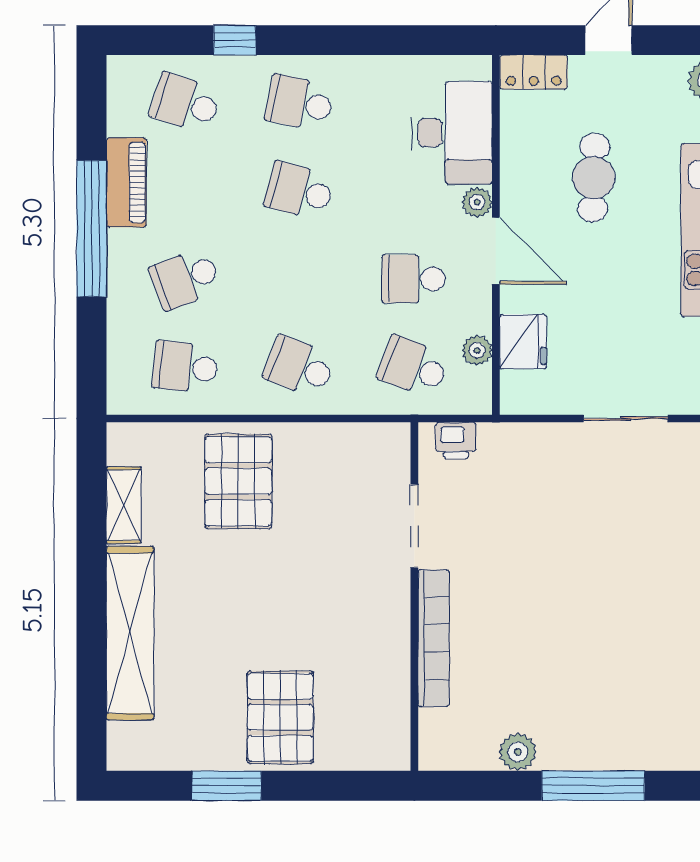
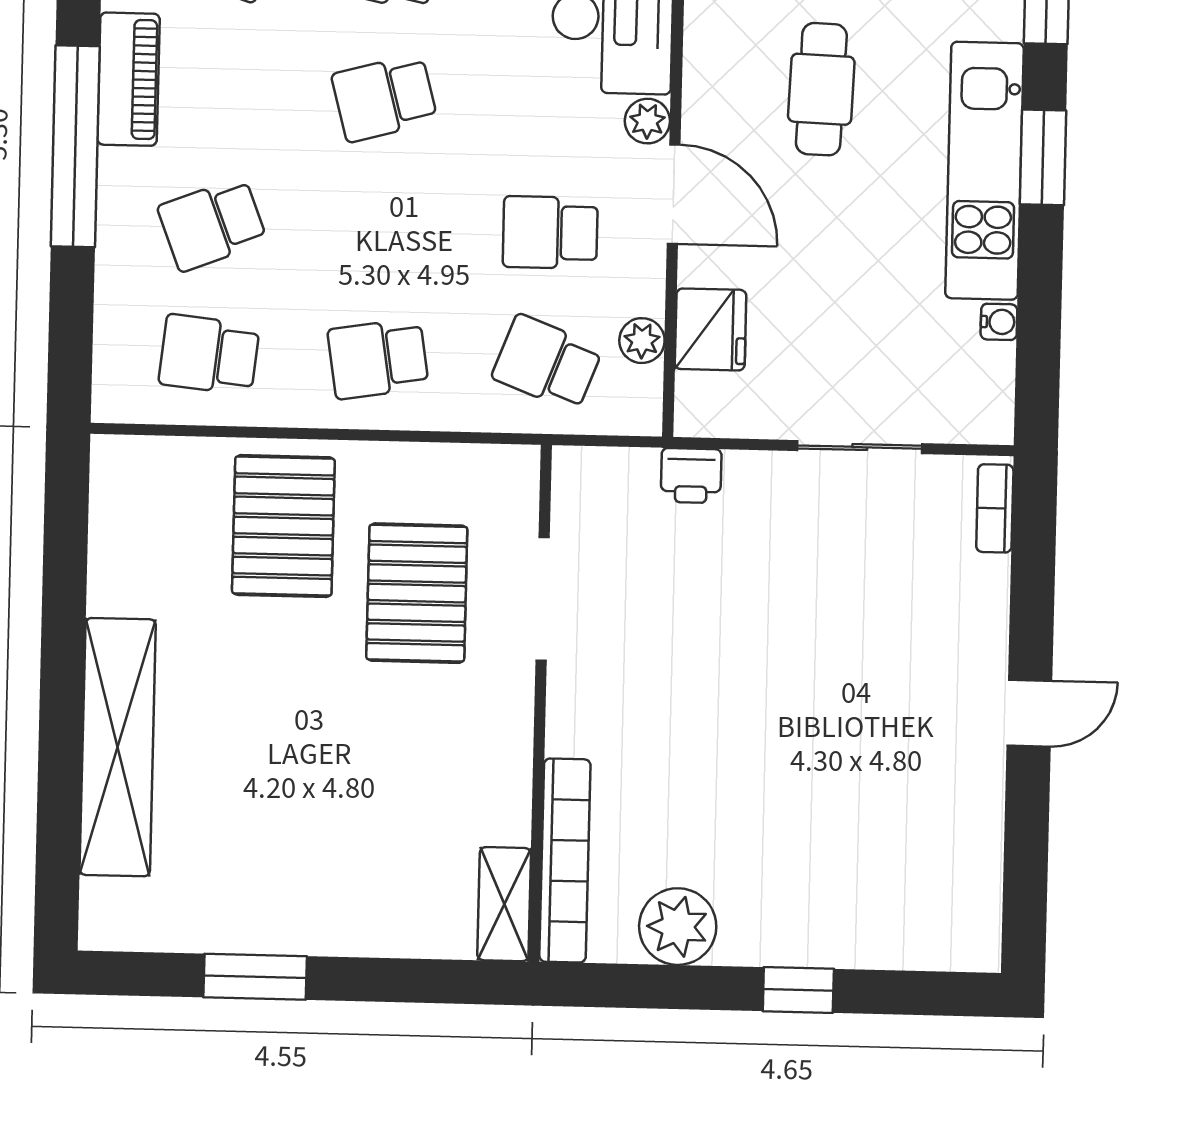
school desk: (299, 191) -> (384, 98), turned -30
school desk: (299, 367) -> (378, 359), turned -30
printer: (456, 440) -> (691, 476), moved
shelving: (124, 505) -> (504, 904), moved
bookcase: (434, 638) -> (565, 861), moved
pallet: (280, 717) -> (417, 593), moved
plant: (518, 752) -> (678, 927), width x1.36, depth x1.36
window: (593, 786) -> (798, 990), width x0.46

